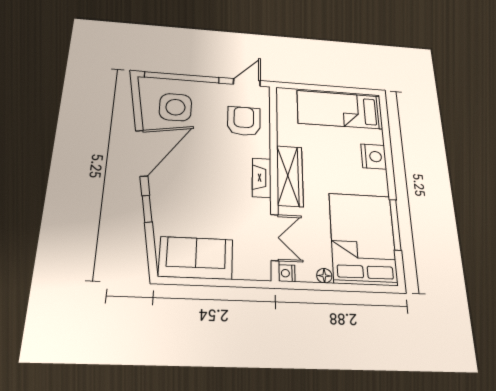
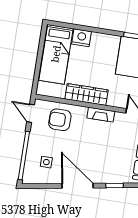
side table: (175, 107) -> (46, 162), width x0.54, depth x0.54
nightstand: (374, 156) -> (82, 38), moved
wardrobe: (290, 176) -> (86, 94), moved

